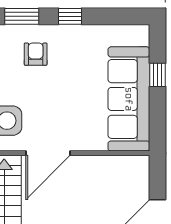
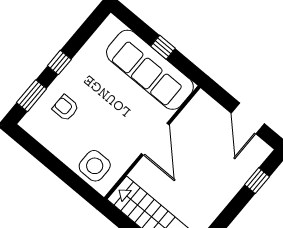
window: (158, 75) -> (163, 47), moved
door: (48, 153) -> (155, 139), moved

